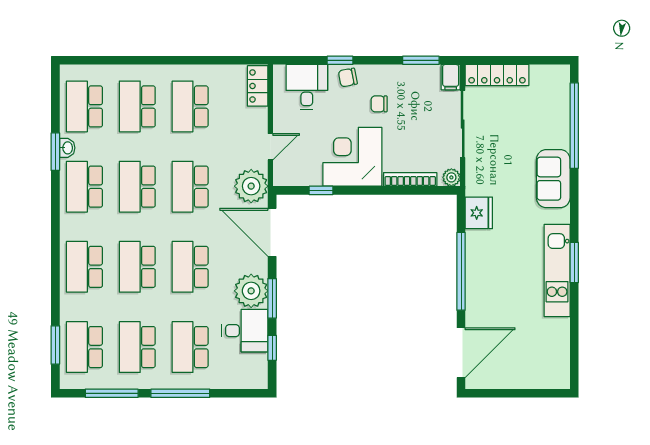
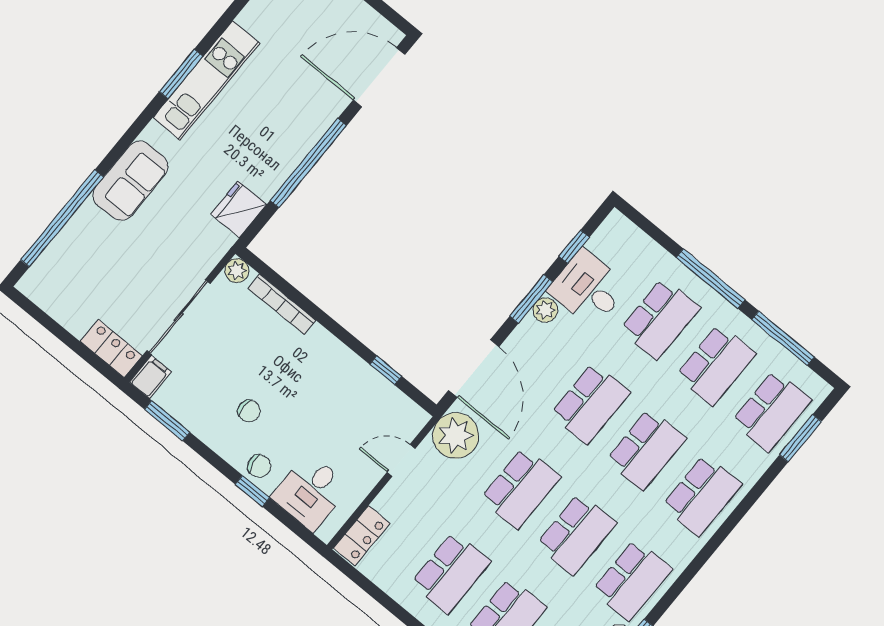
locker: (497, 75) -> (111, 348), width x0.66
corner desk: (352, 157) -> (323, 378), removed
plant: (251, 291) -> (545, 310), width x0.53, depth x0.53

